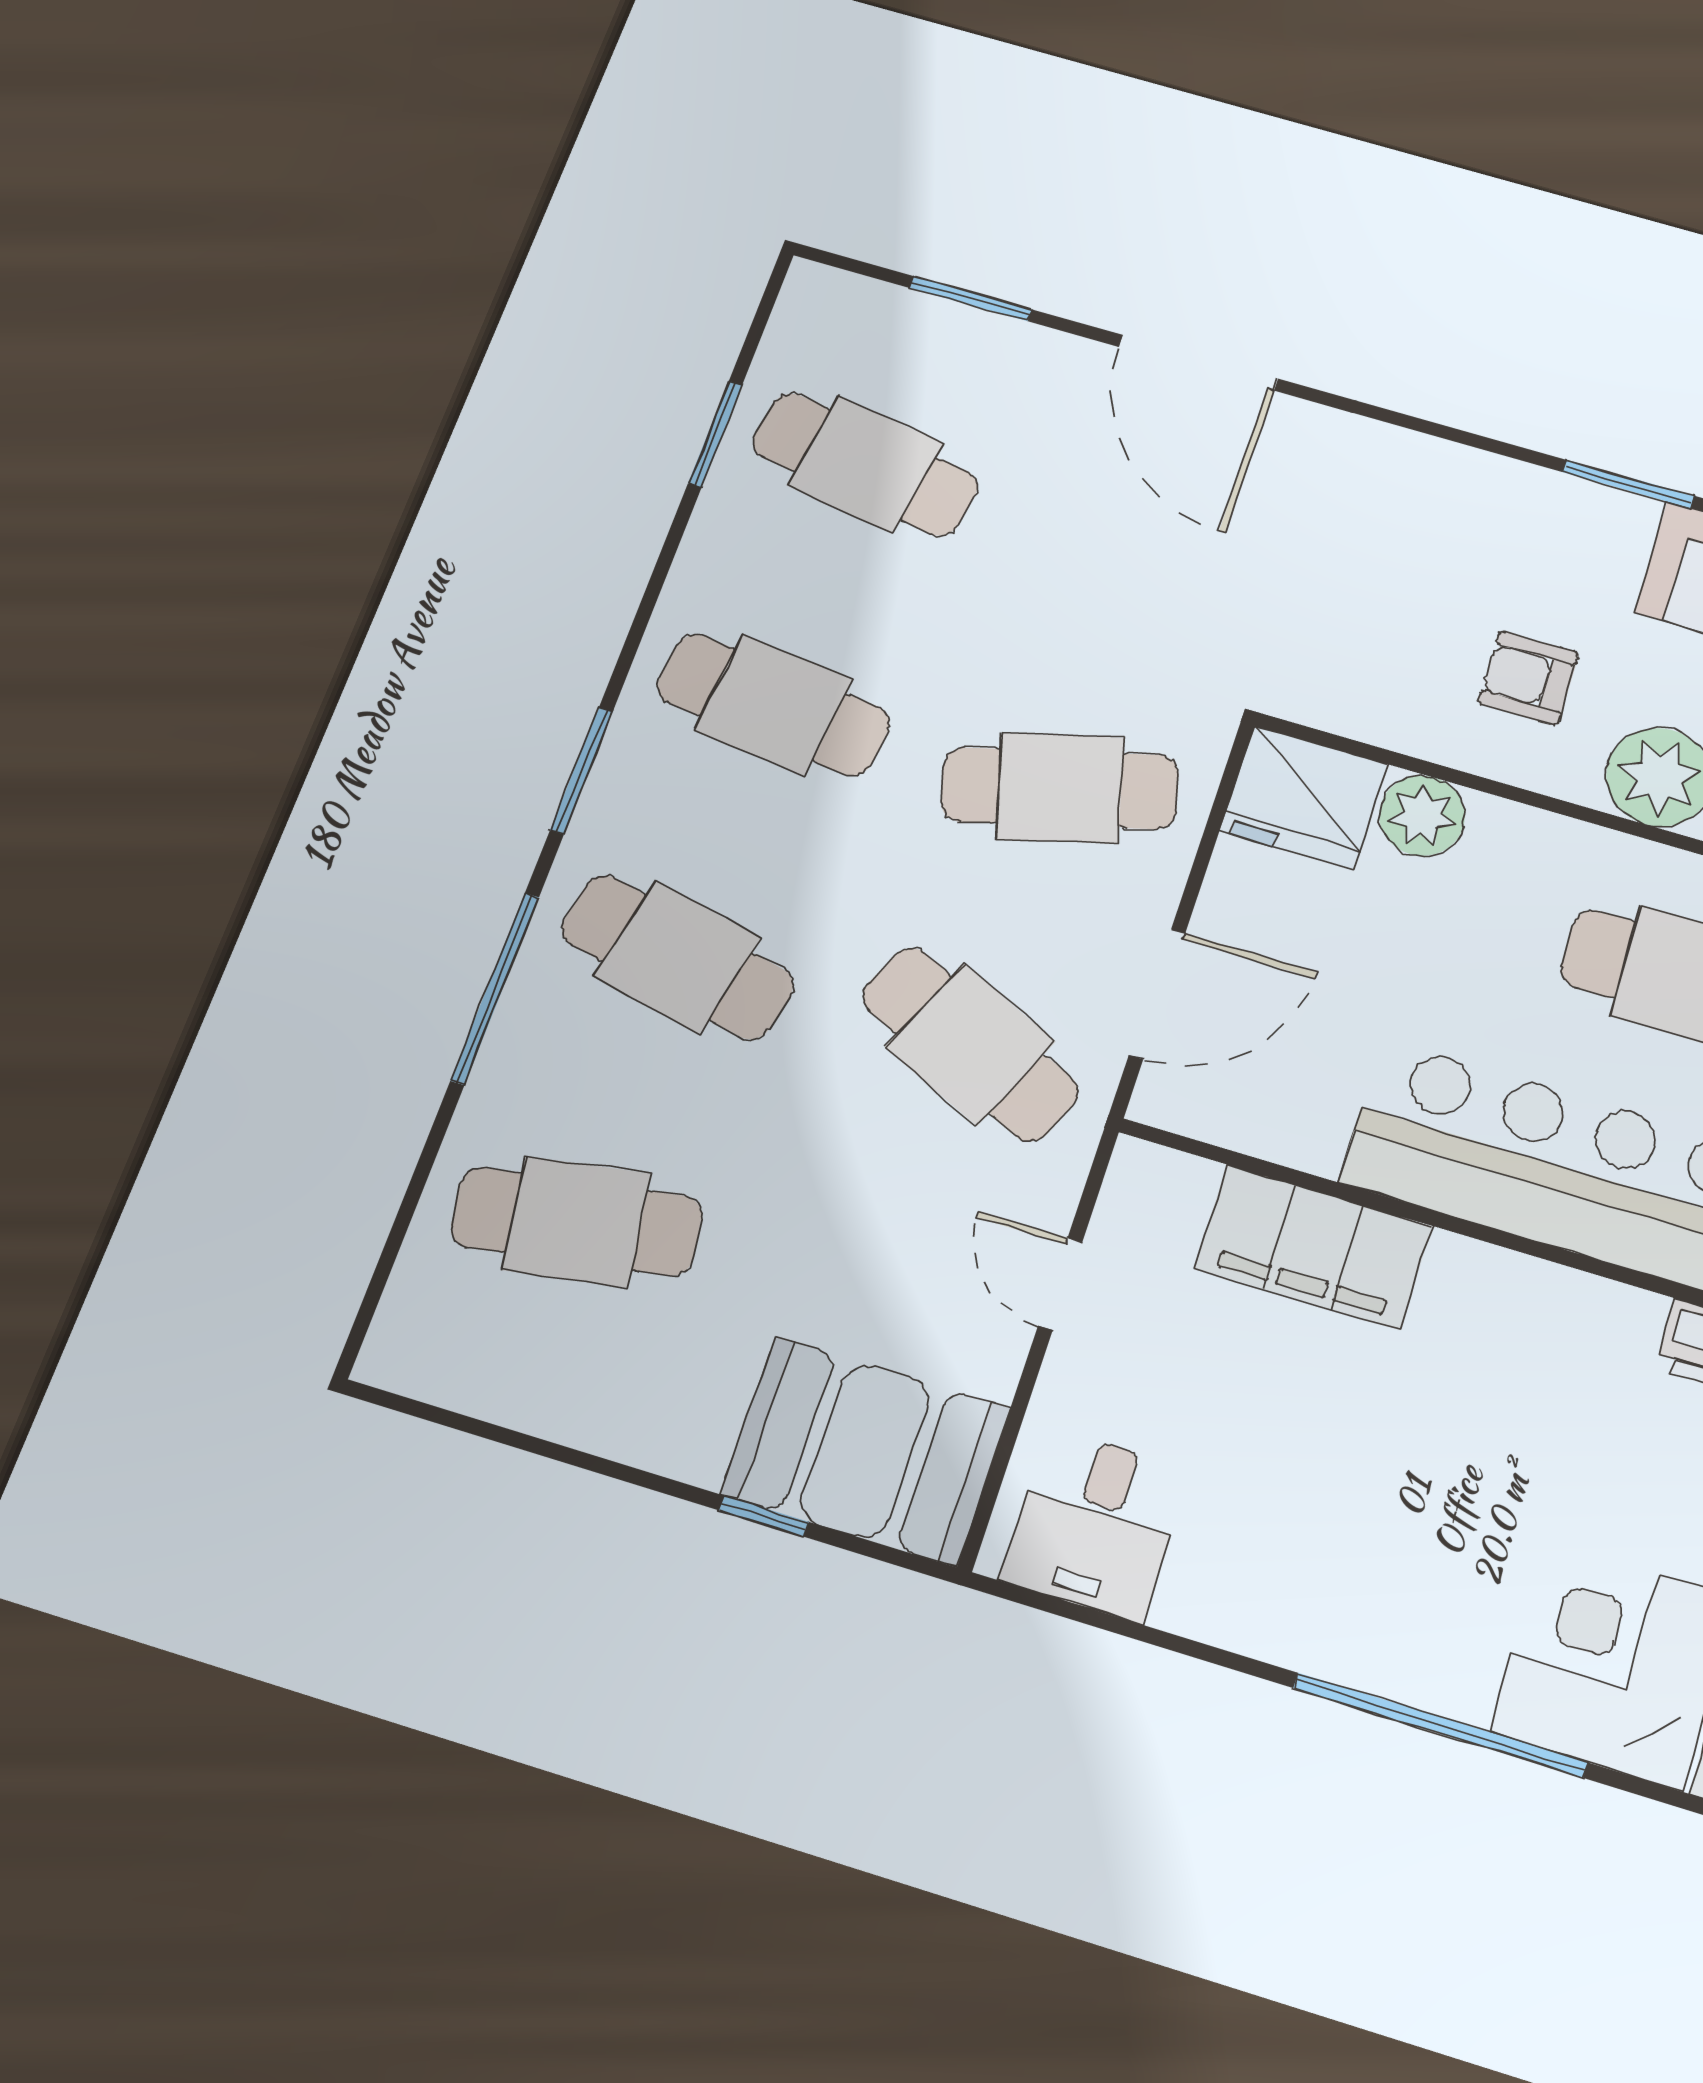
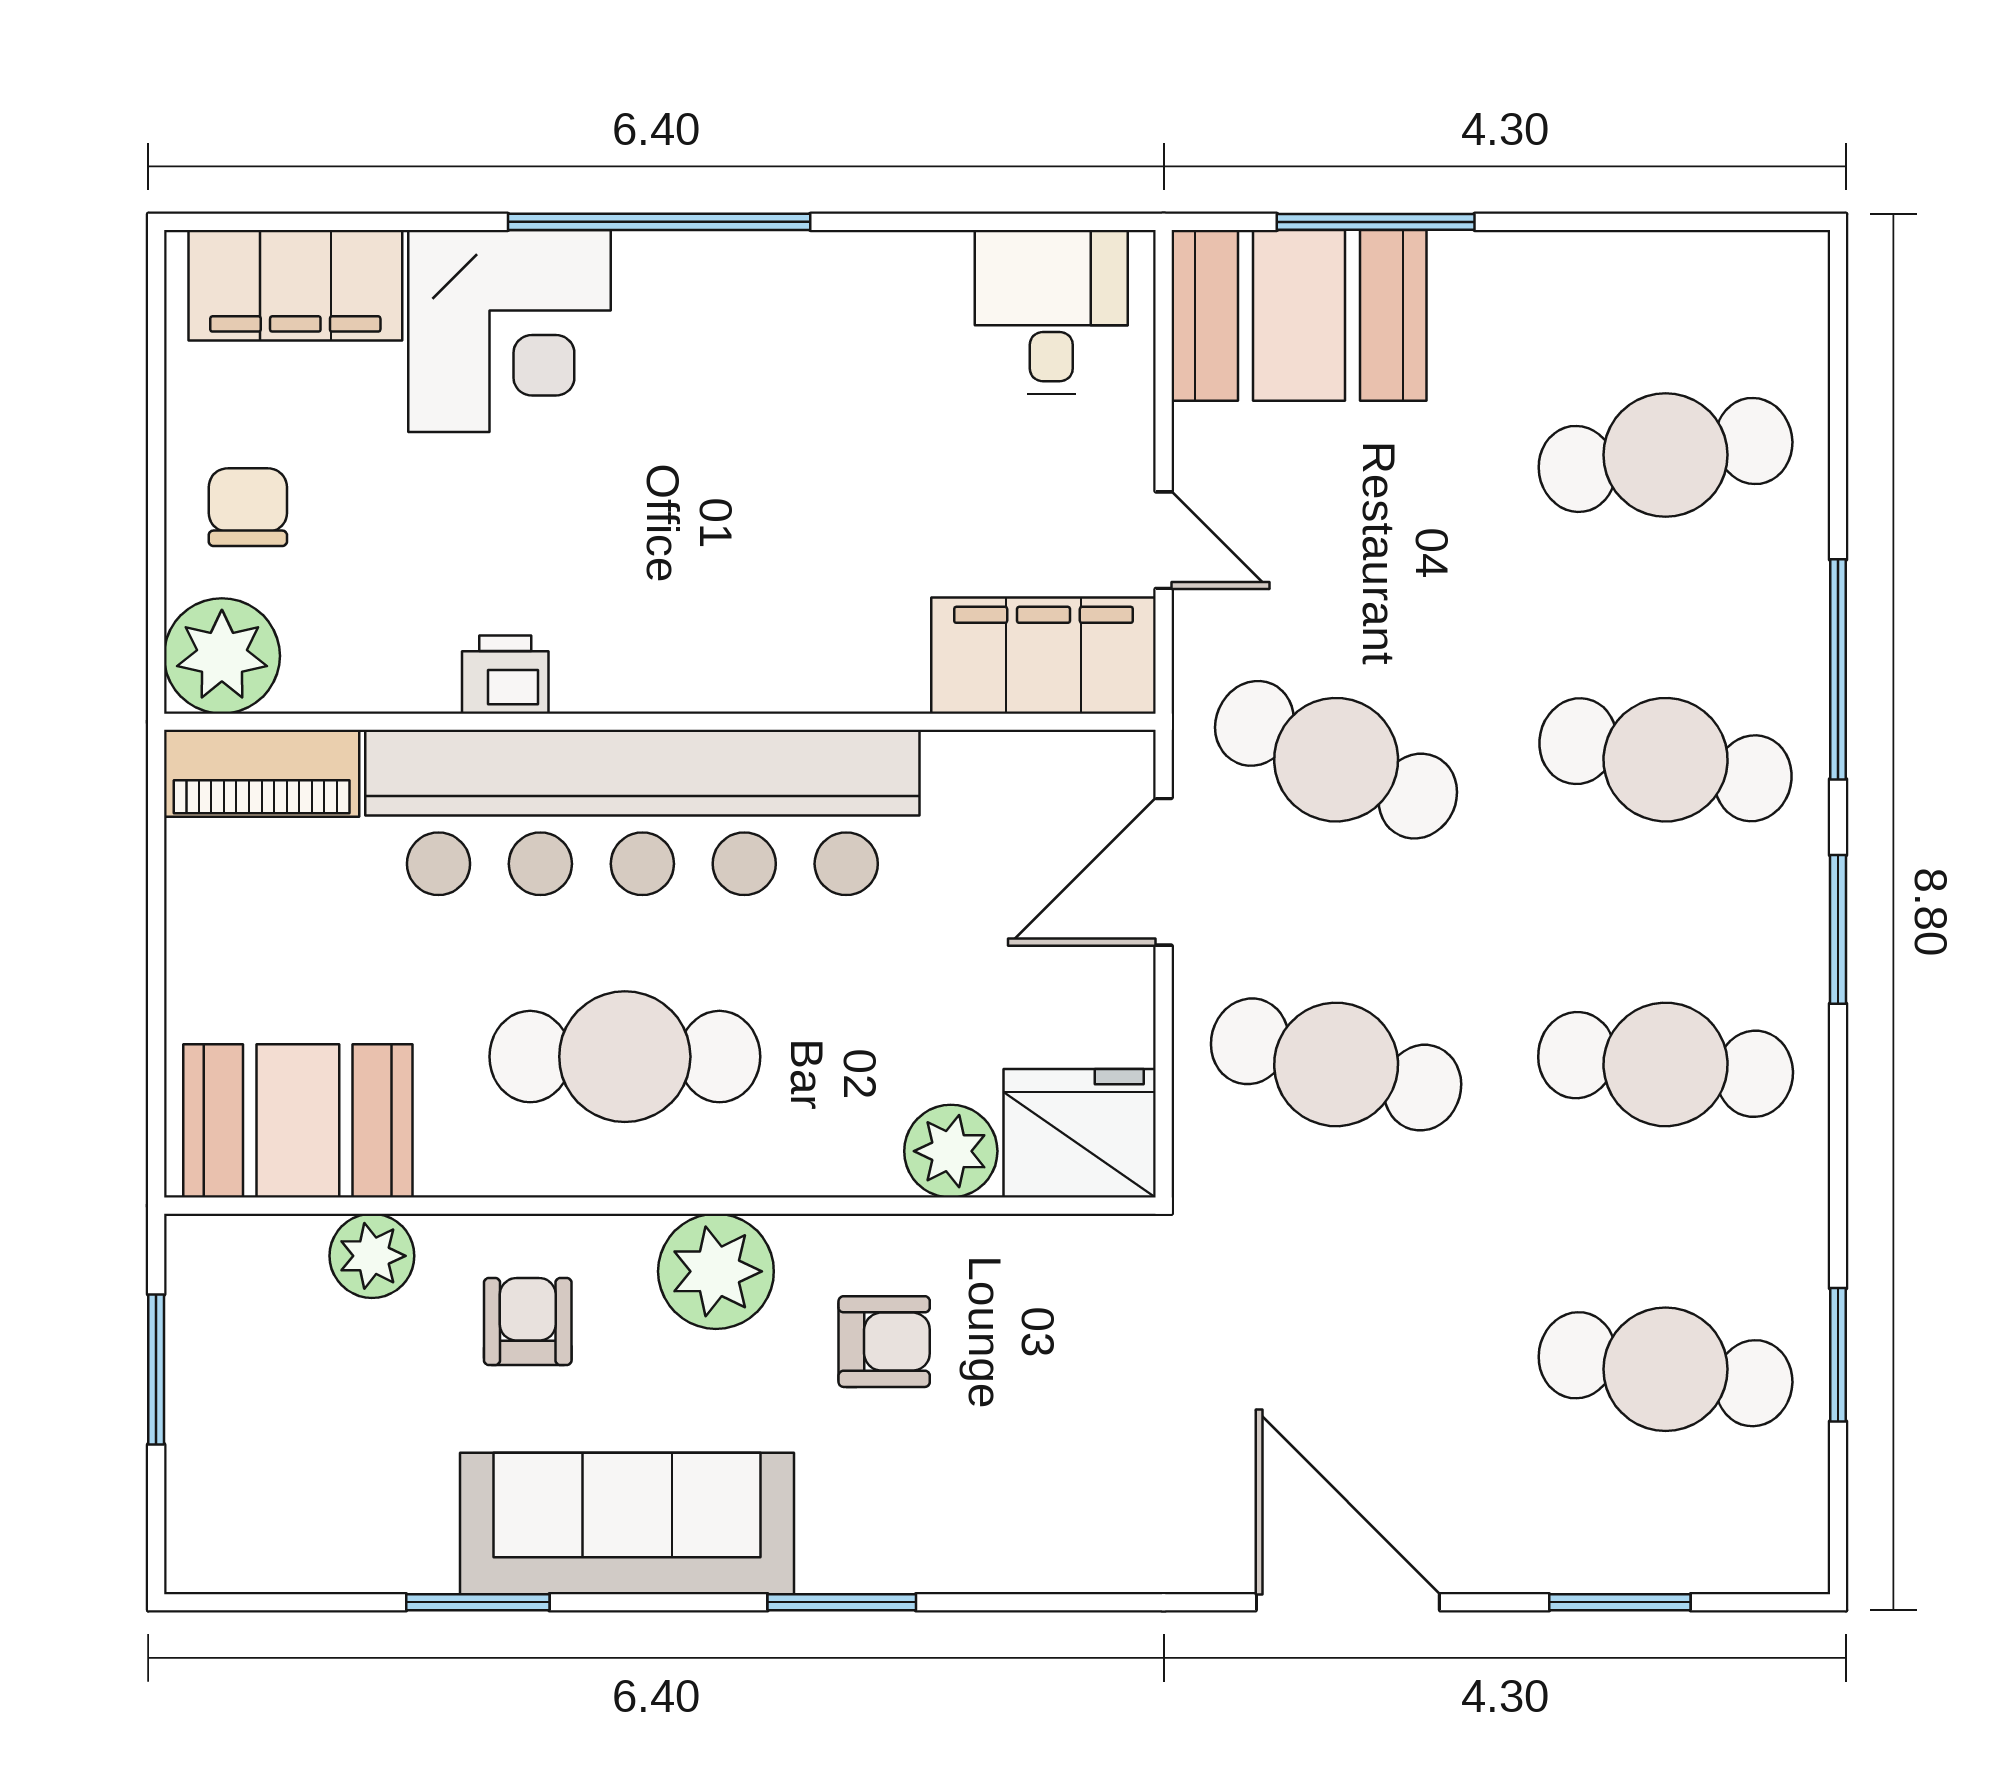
cafe table: (1060, 788) -> (1336, 1064), turned 30
filing cabinet: (1313, 1247) -> (1043, 656), moved
window: (764, 1516) -> (1376, 222), width x2.17

